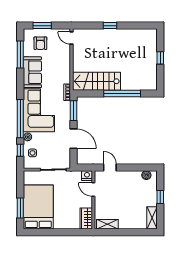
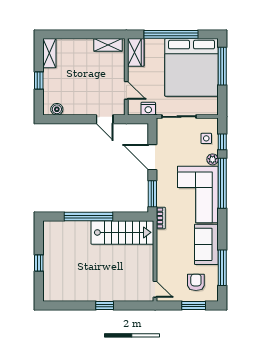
nightstand: (87, 176) -> (148, 109), moved
bed: (38, 207) -> (192, 67), width x1.36
window: (20, 208) -> (222, 66), width x1.44
window: (59, 232) -> (171, 34), added

